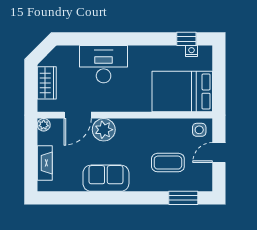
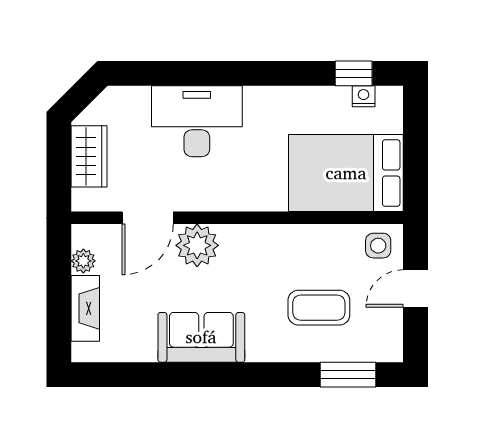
plant: (44, 125) -> (83, 261), moved

